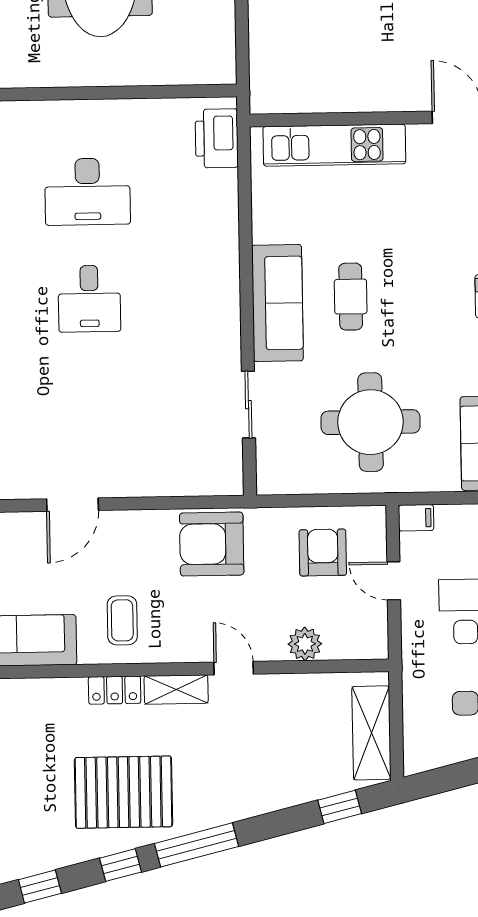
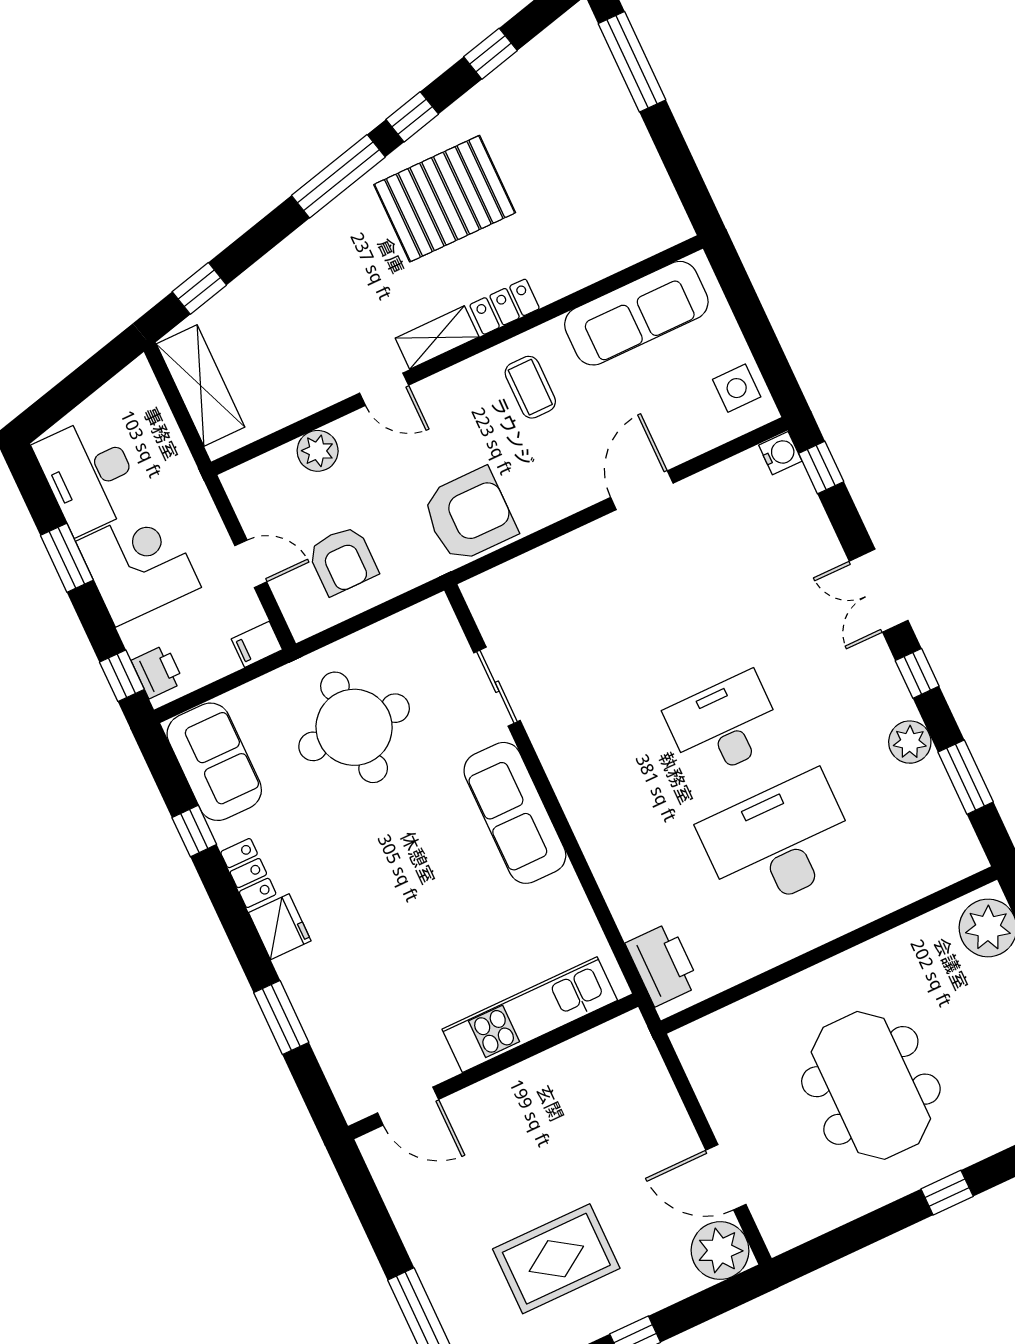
desk: (87, 192) -> (779, 842), width x1.36, depth x1.30
cafe table: (351, 297) -> (438, 856), removed
desk: (89, 299) -> (724, 725), width x1.37

